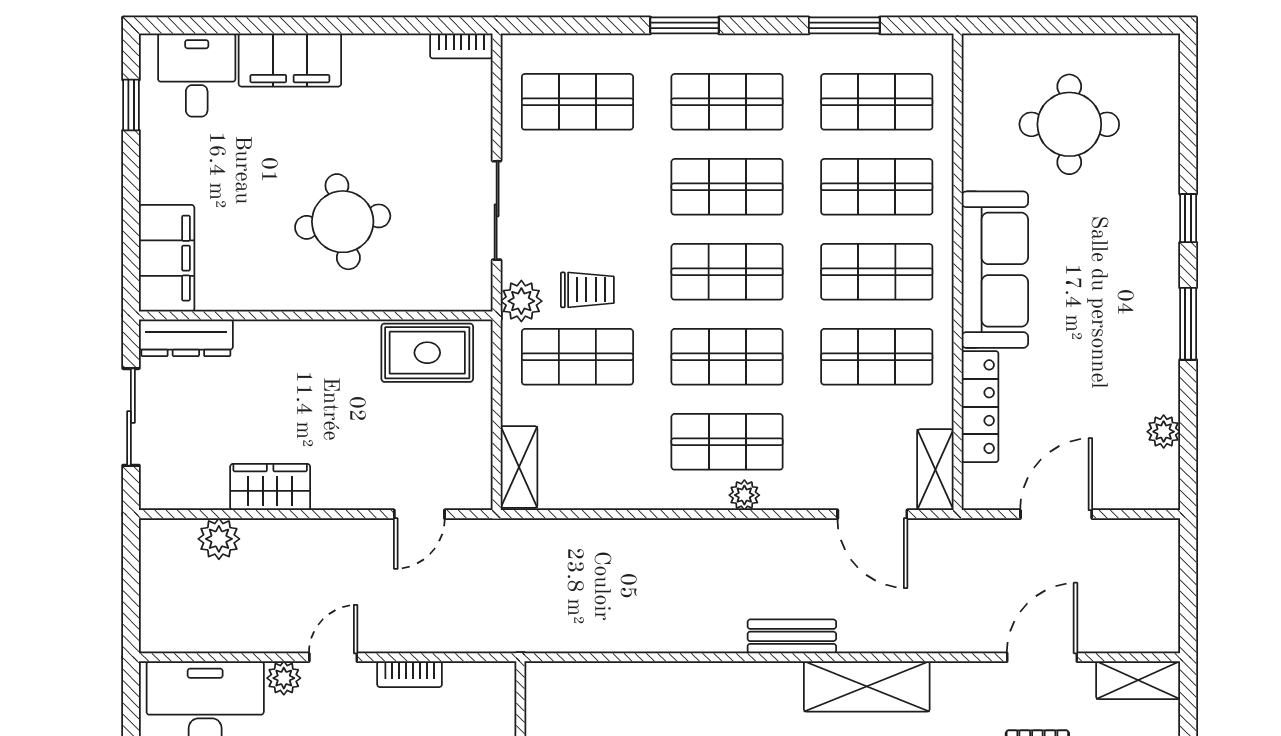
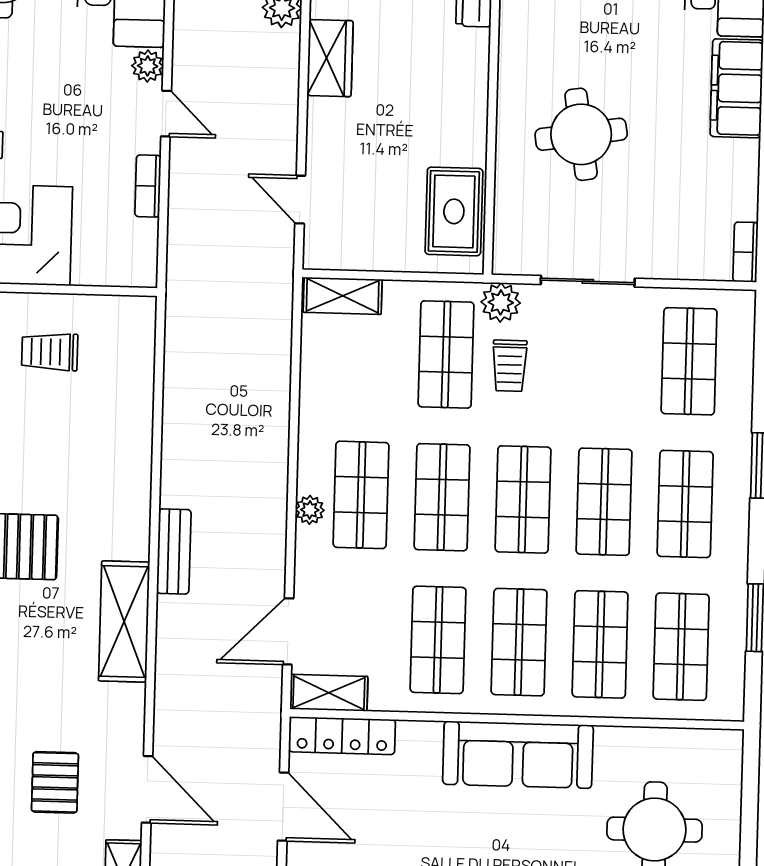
locker: (980, 407) -> (342, 736), moved

